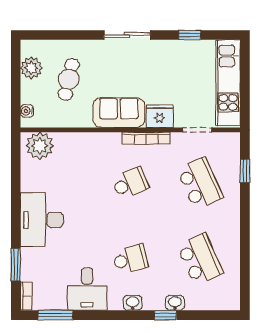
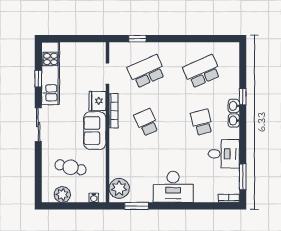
kitchen unit: (228, 83) -> (51, 73), moved, turned -90
window: (16, 265) -> (137, 206), moved
washbasin: (175, 303) -> (234, 106), moved

